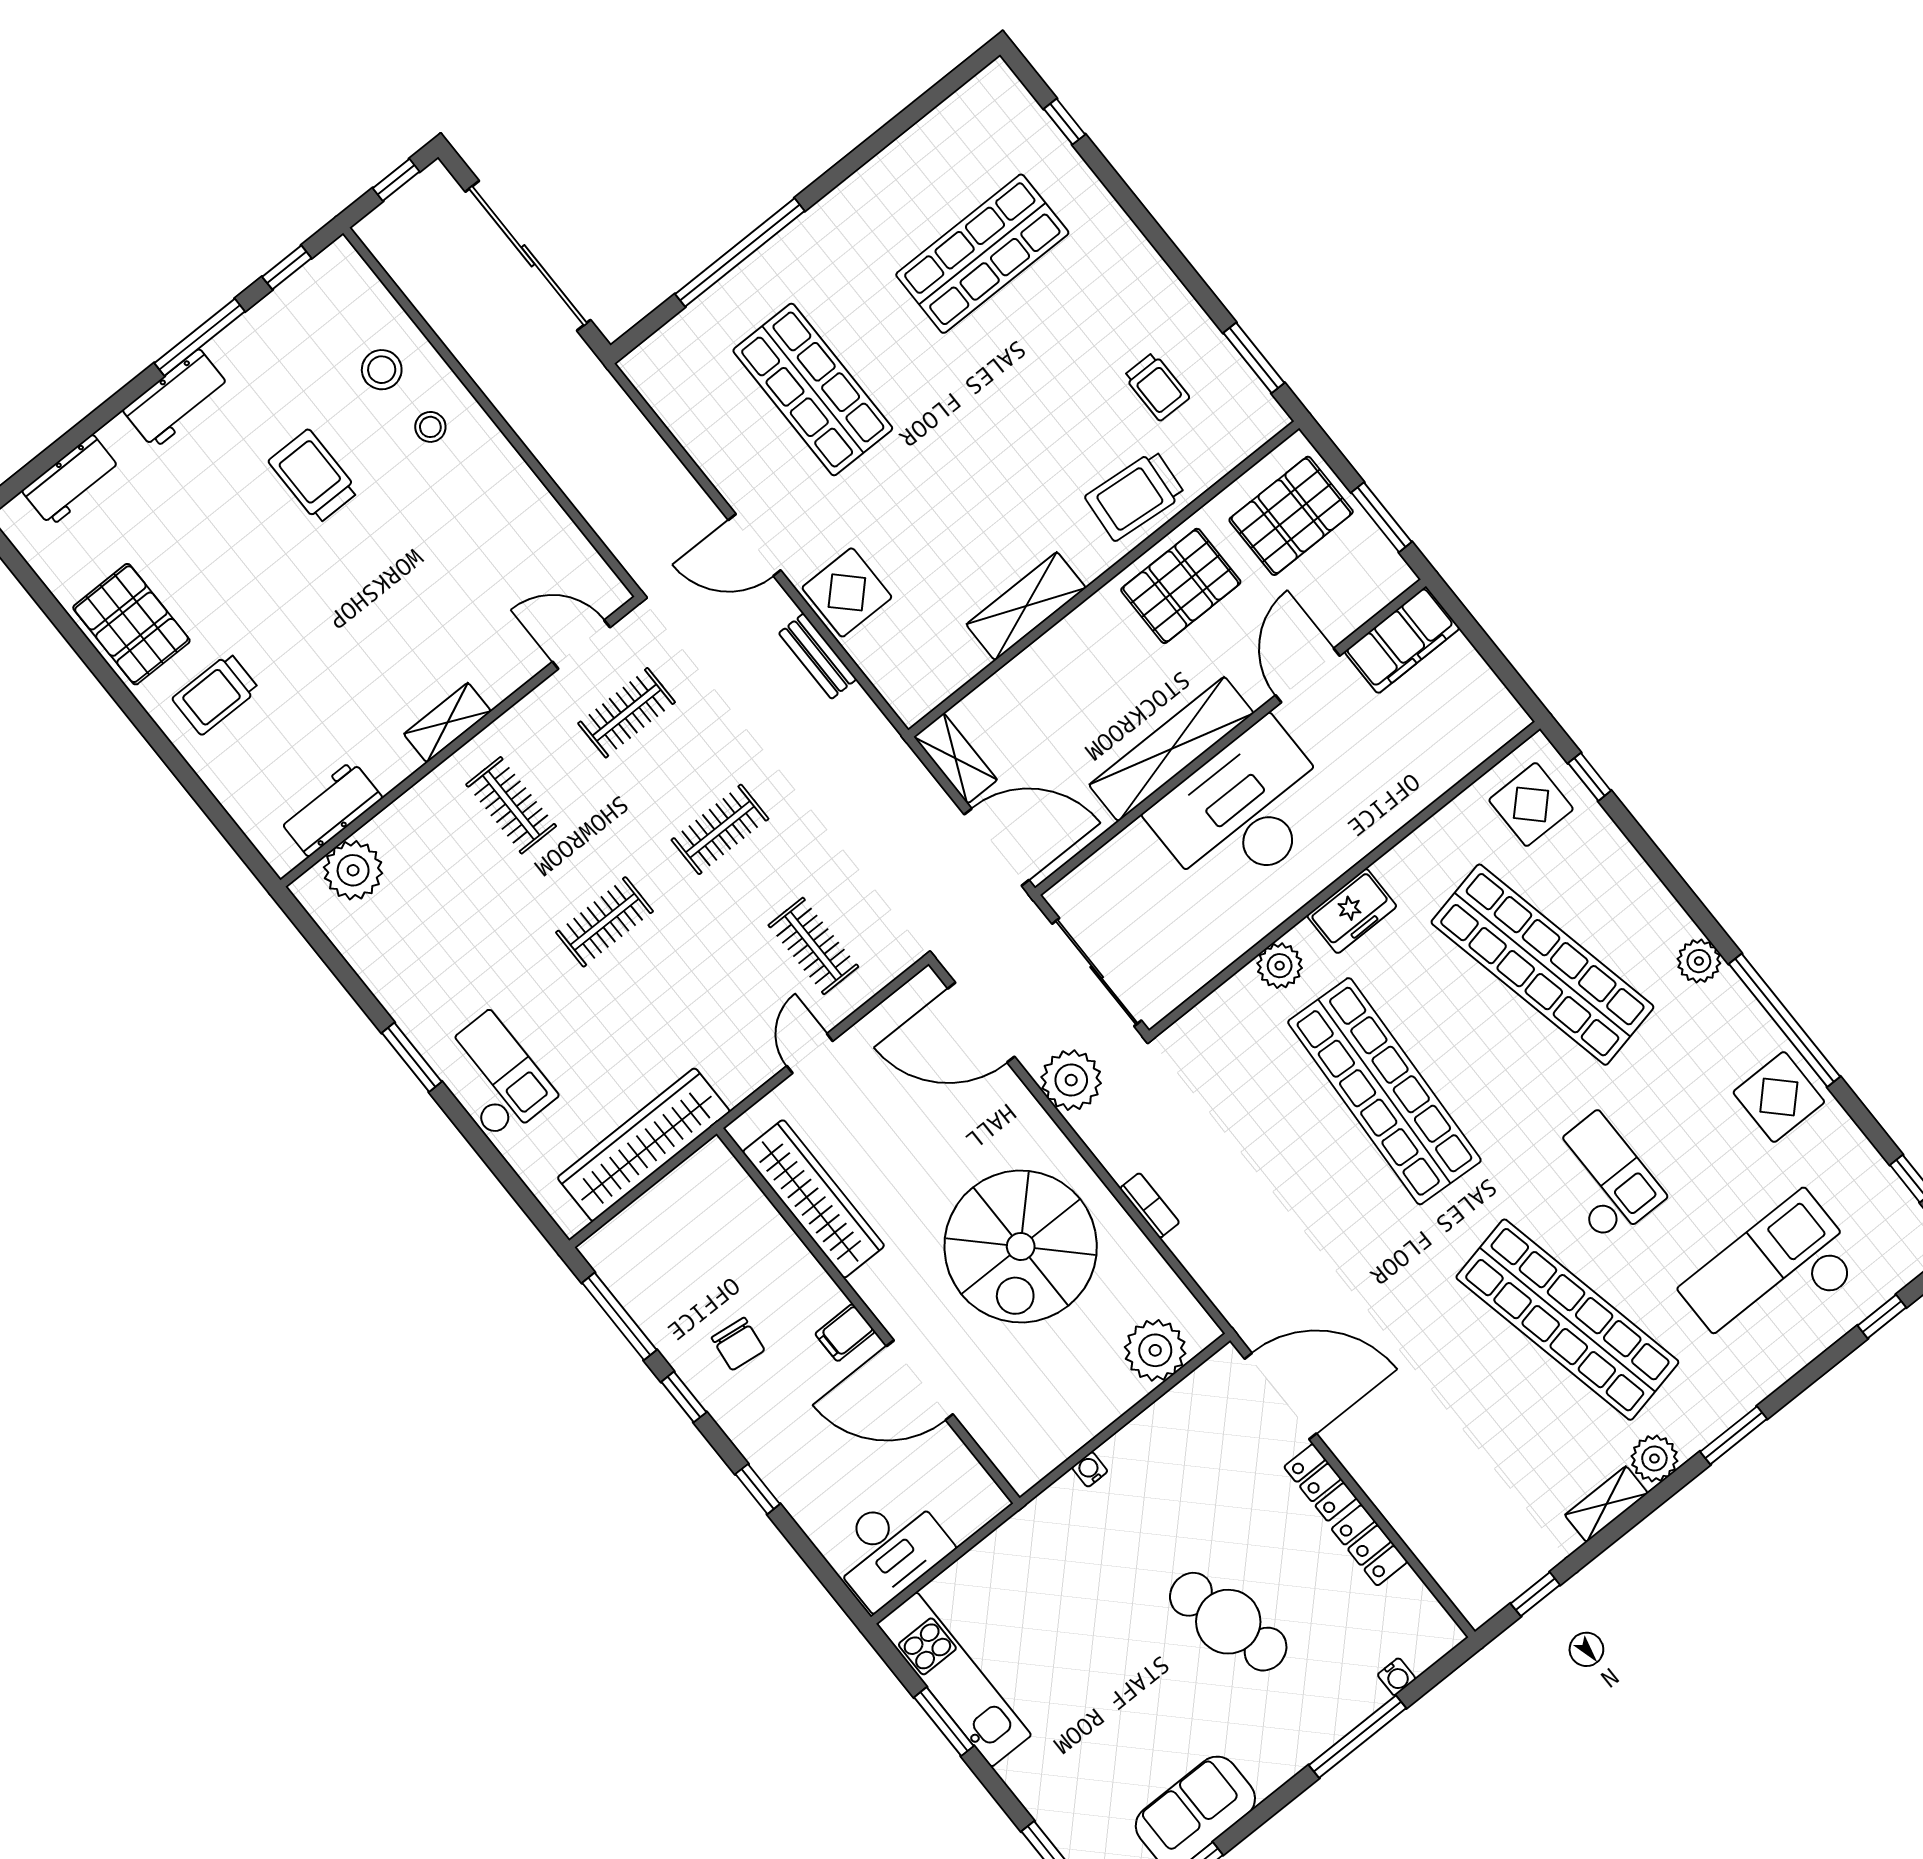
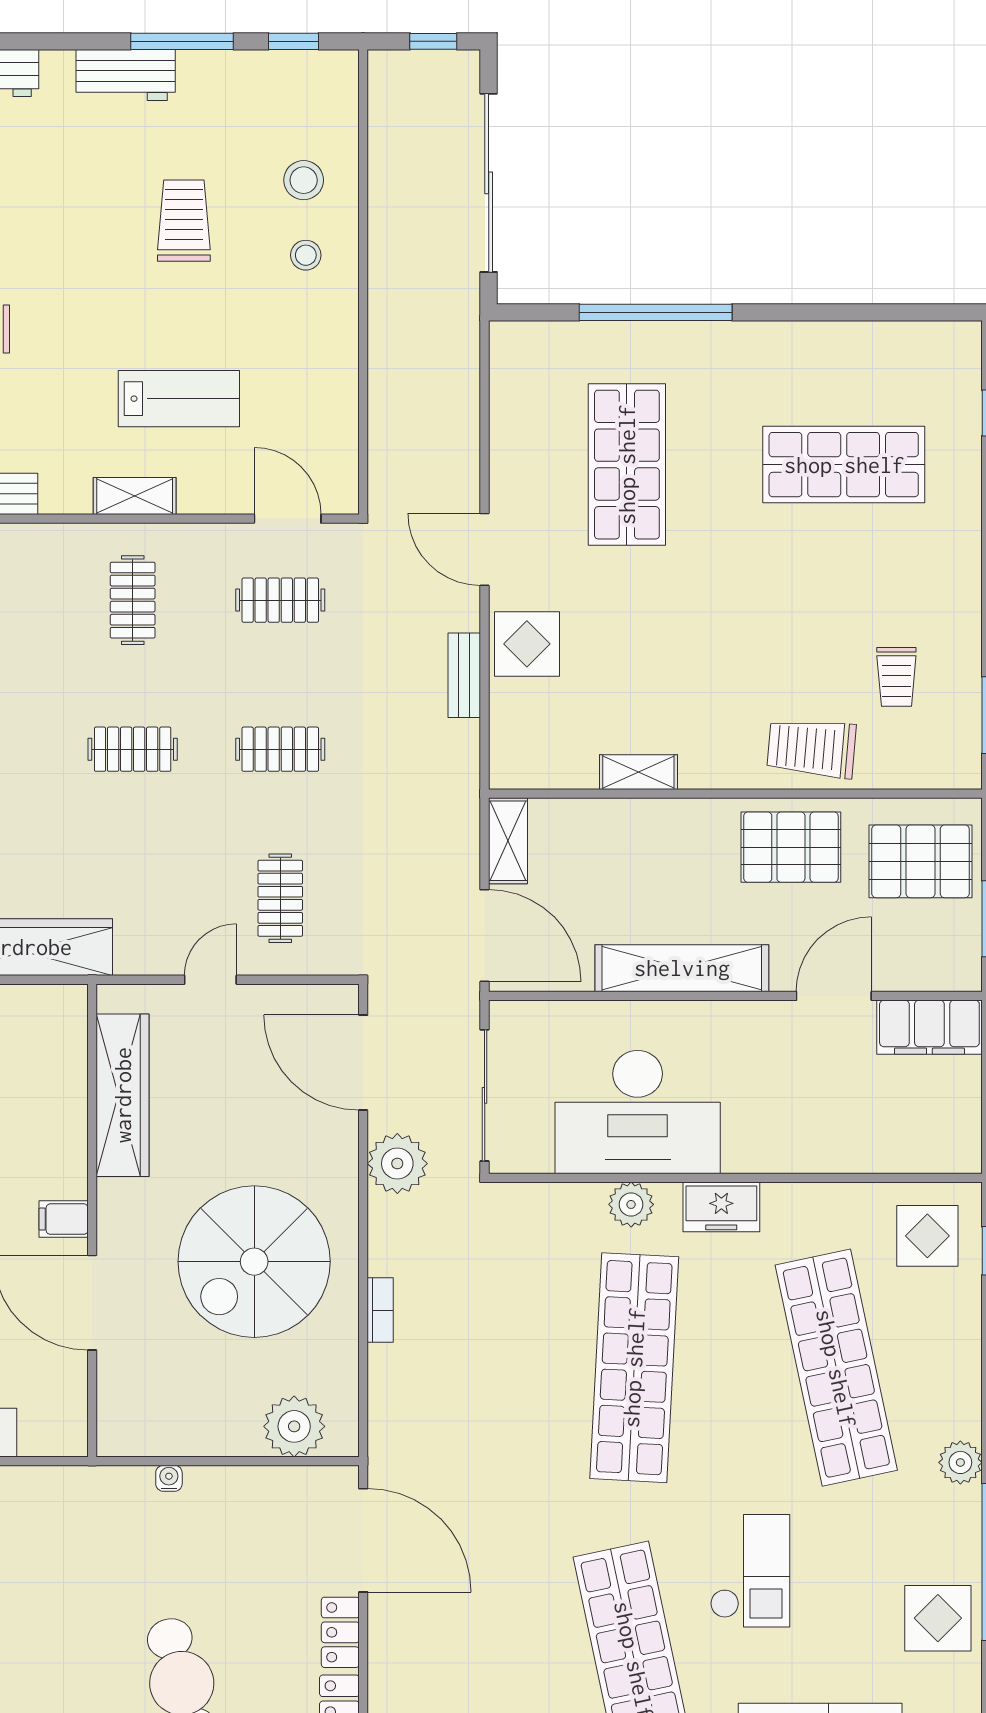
shelving: (1026, 606) -> (638, 772), width x0.67, depth x0.75
lab bench: (421, 619) -> (179, 399), added
desk: (1244, 811) -> (638, 1112), moved, turned 180

